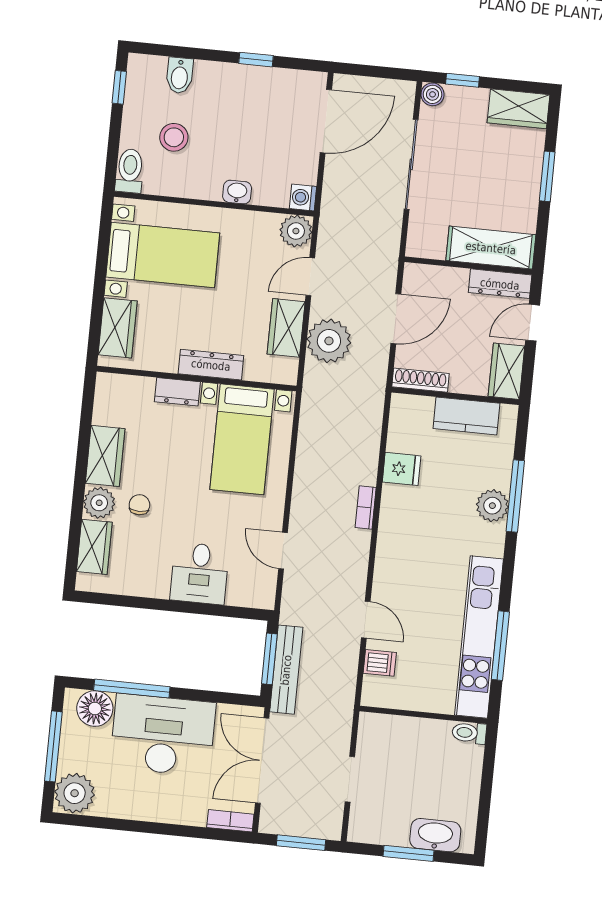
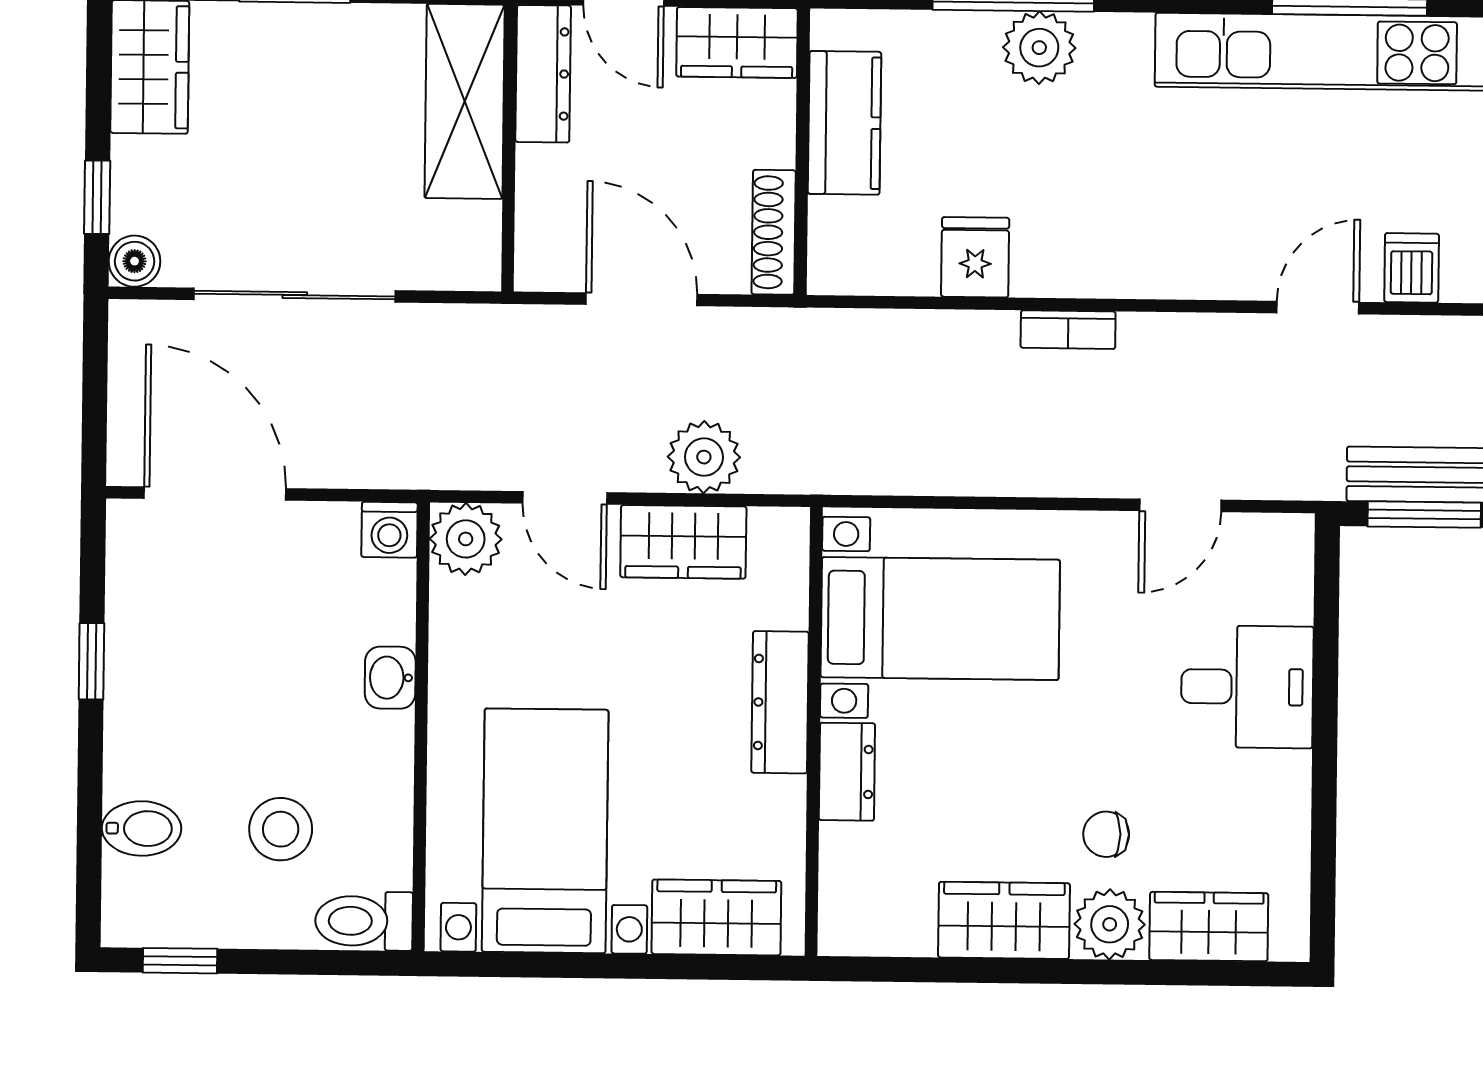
plant: (329, 341) -> (704, 457), width x0.73, depth x0.73

